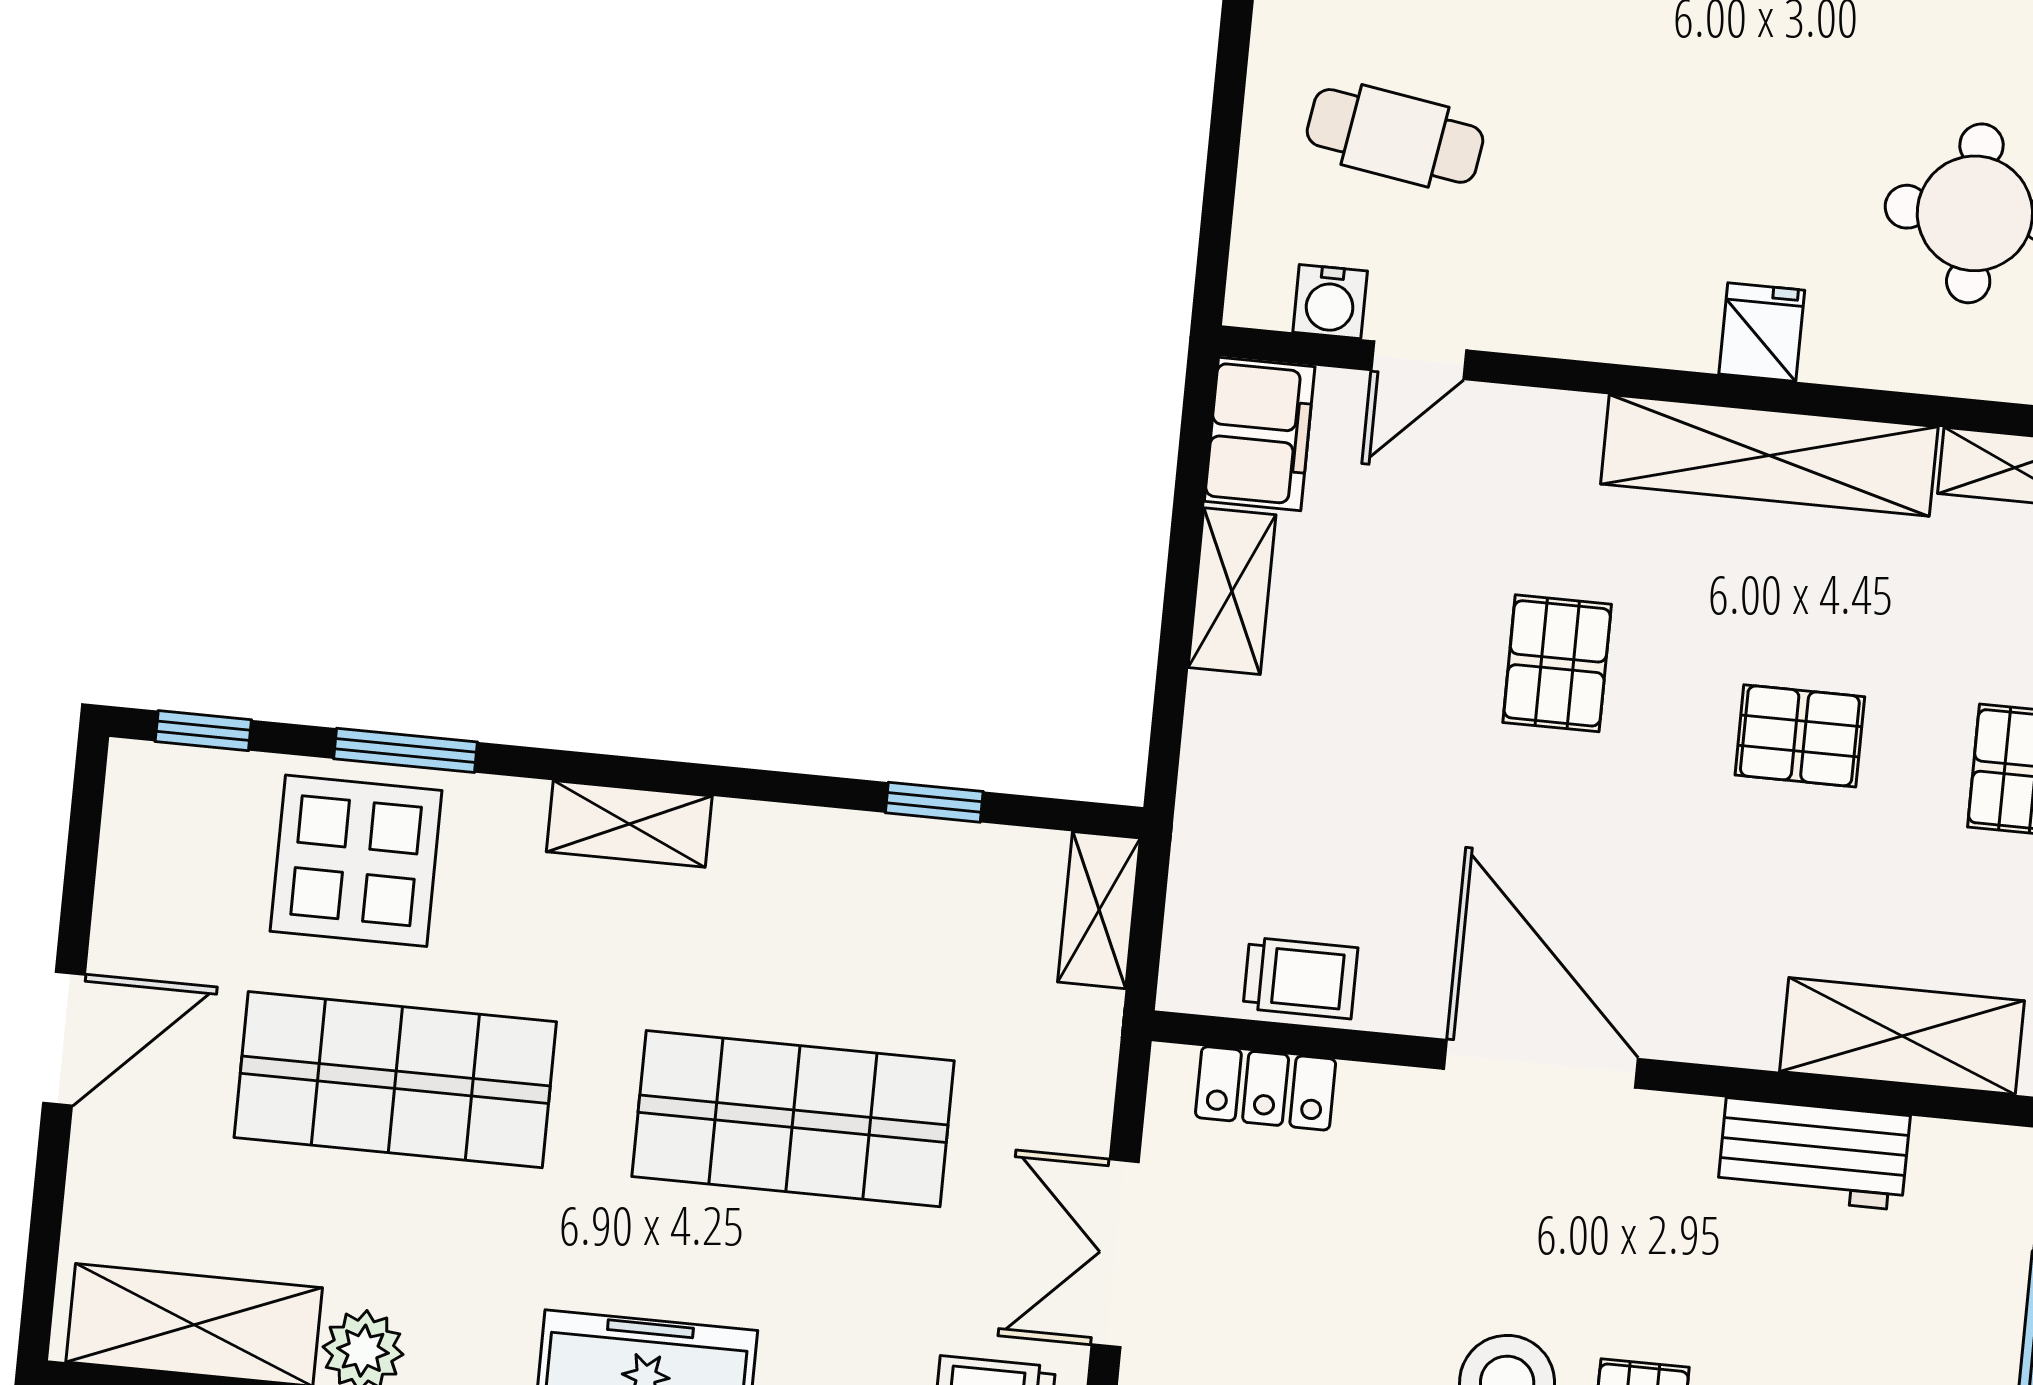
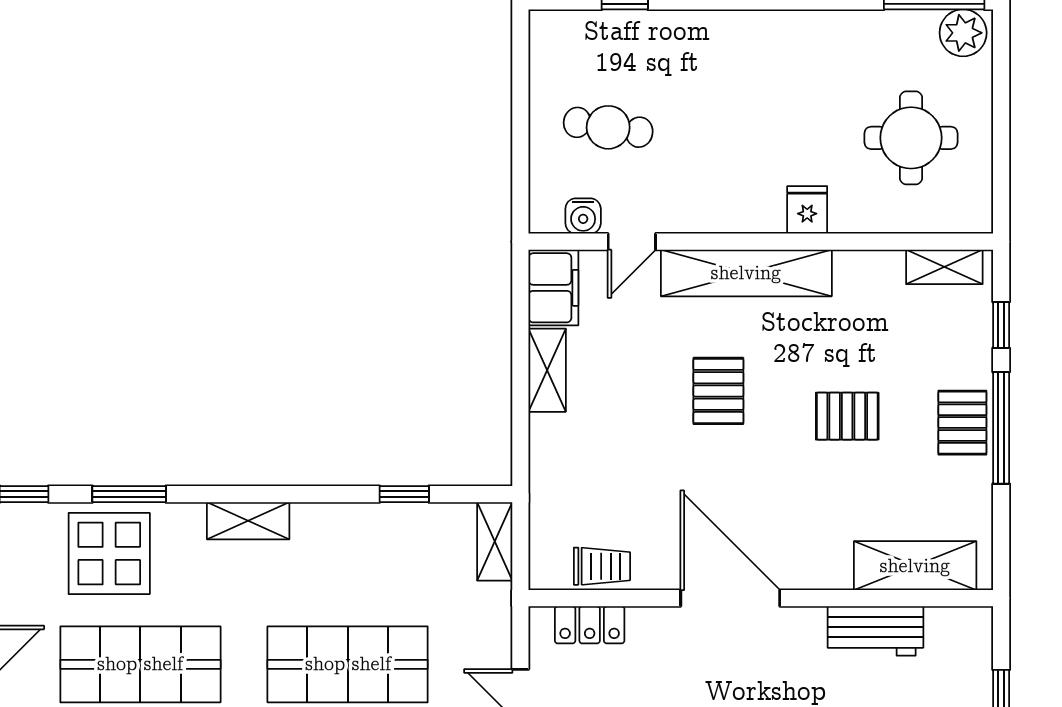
shelving: (1769, 455) -> (746, 273), moved

